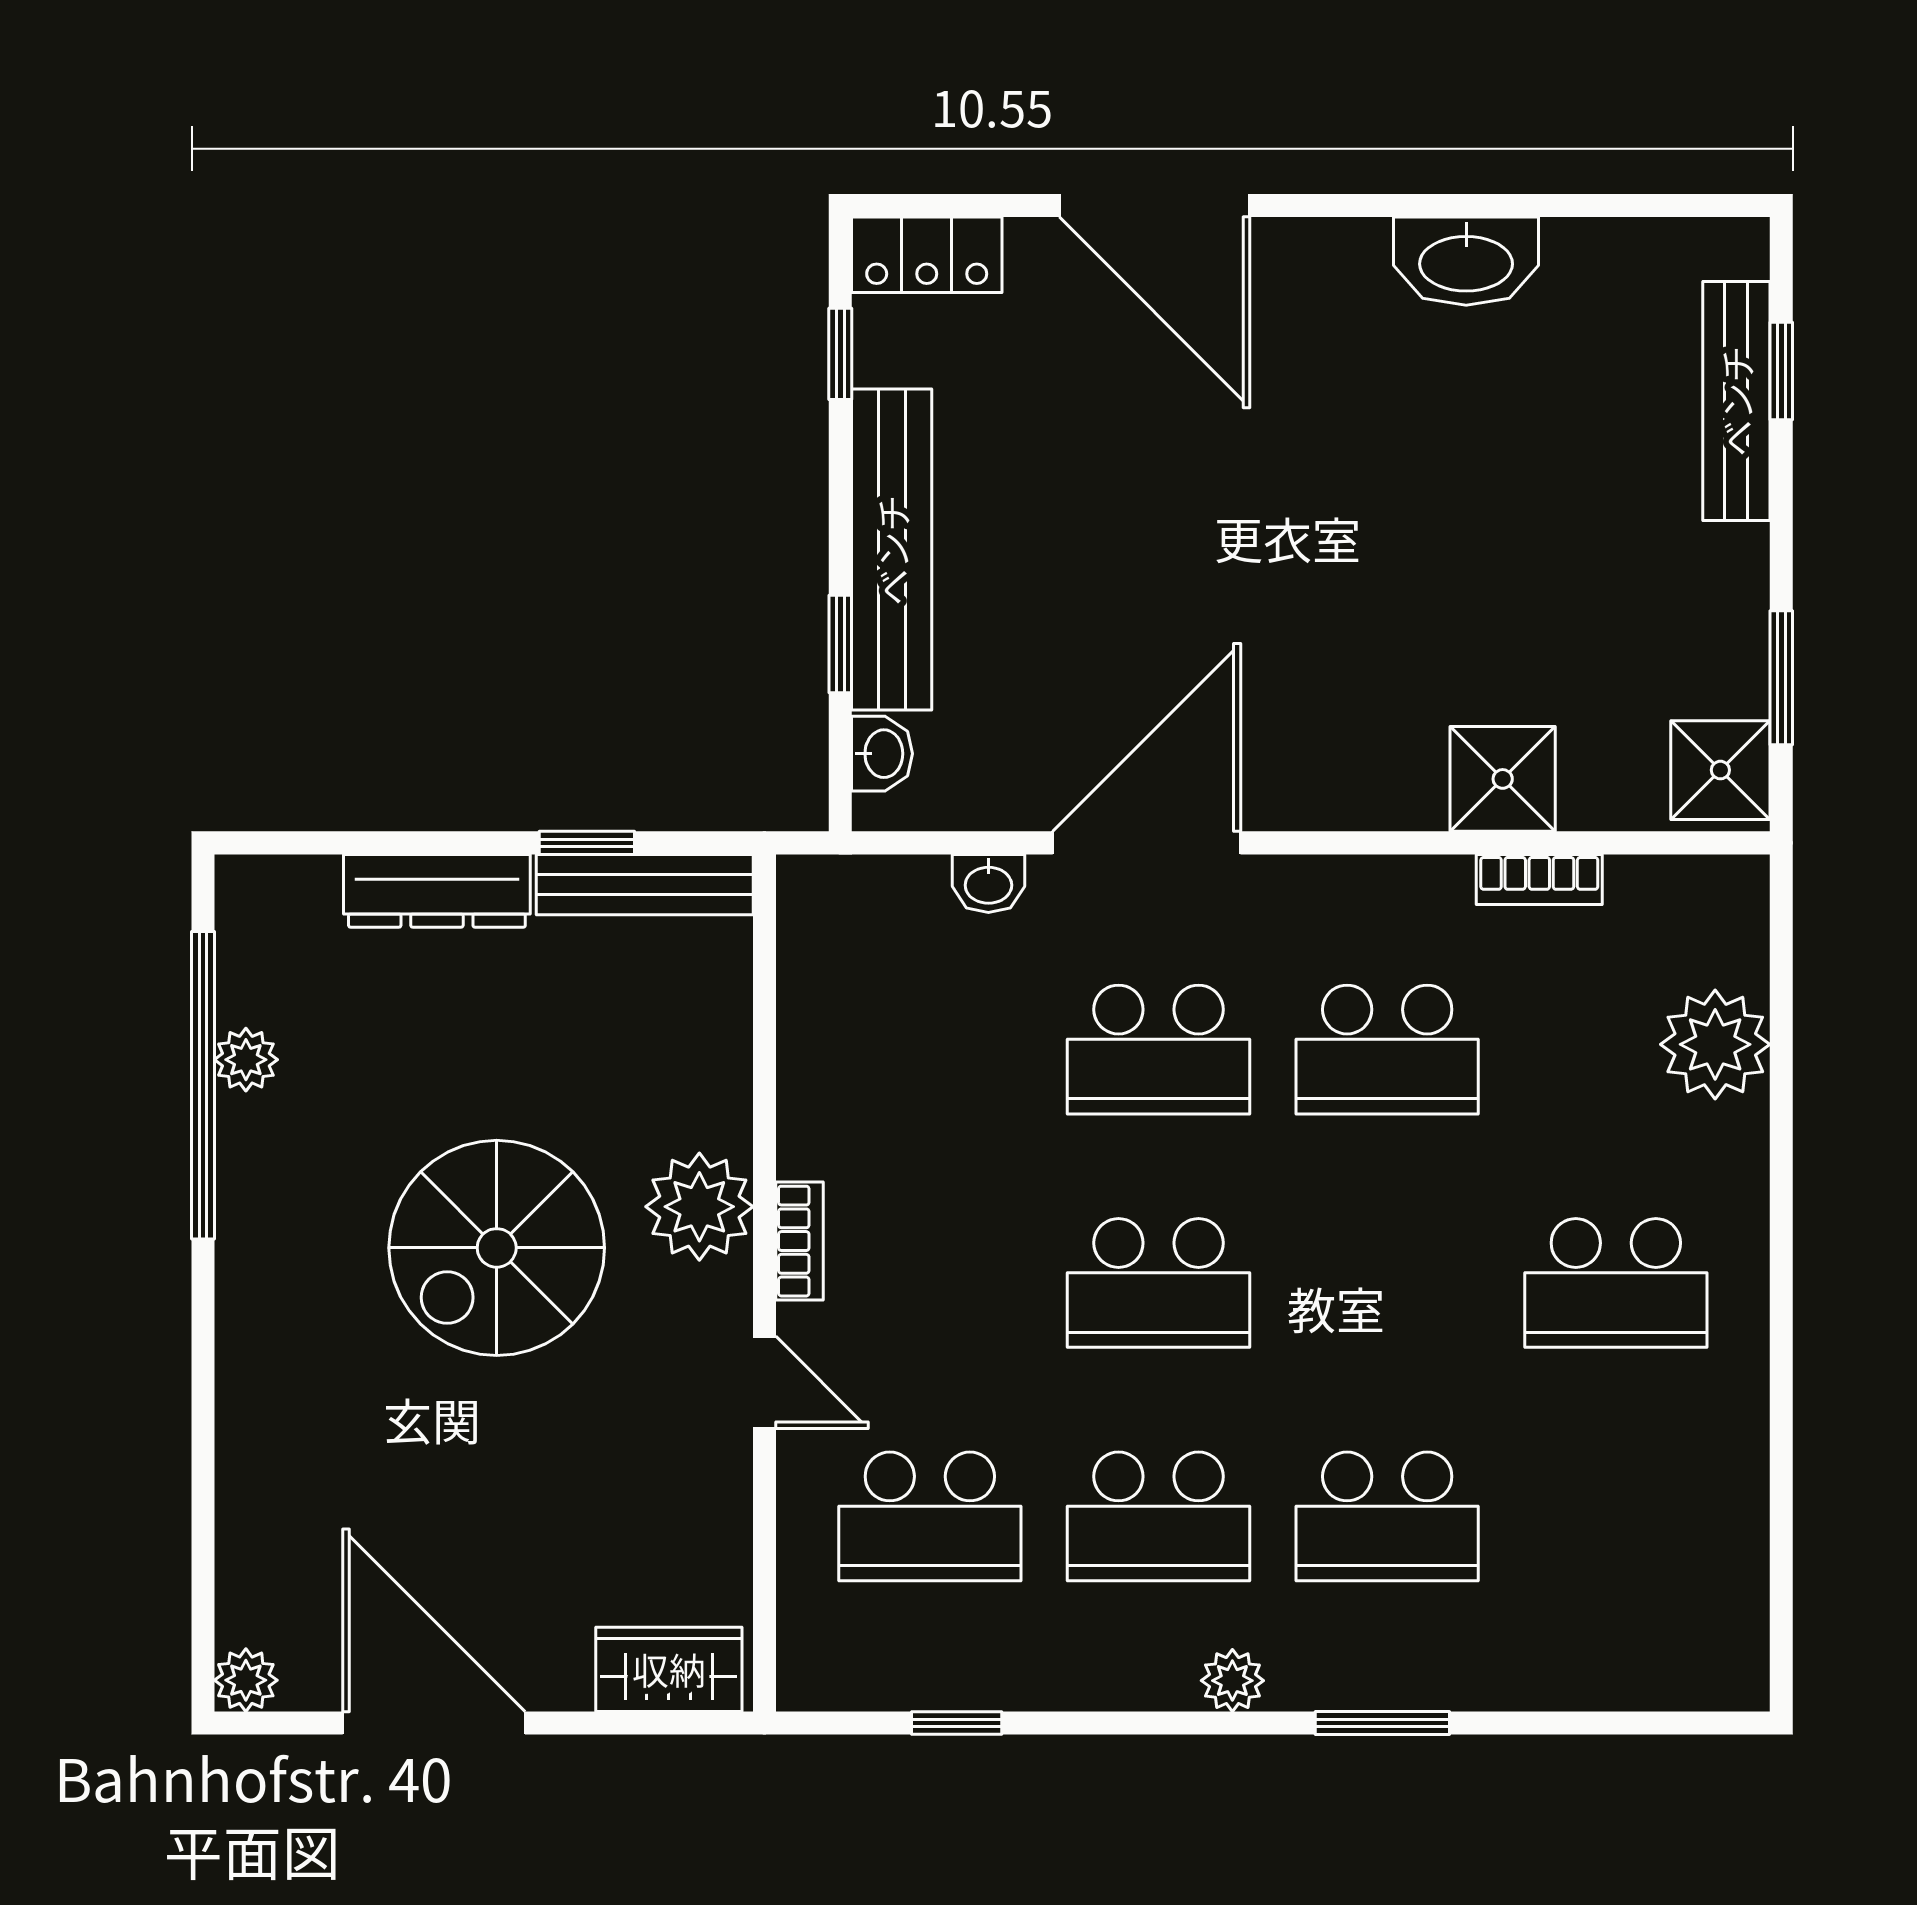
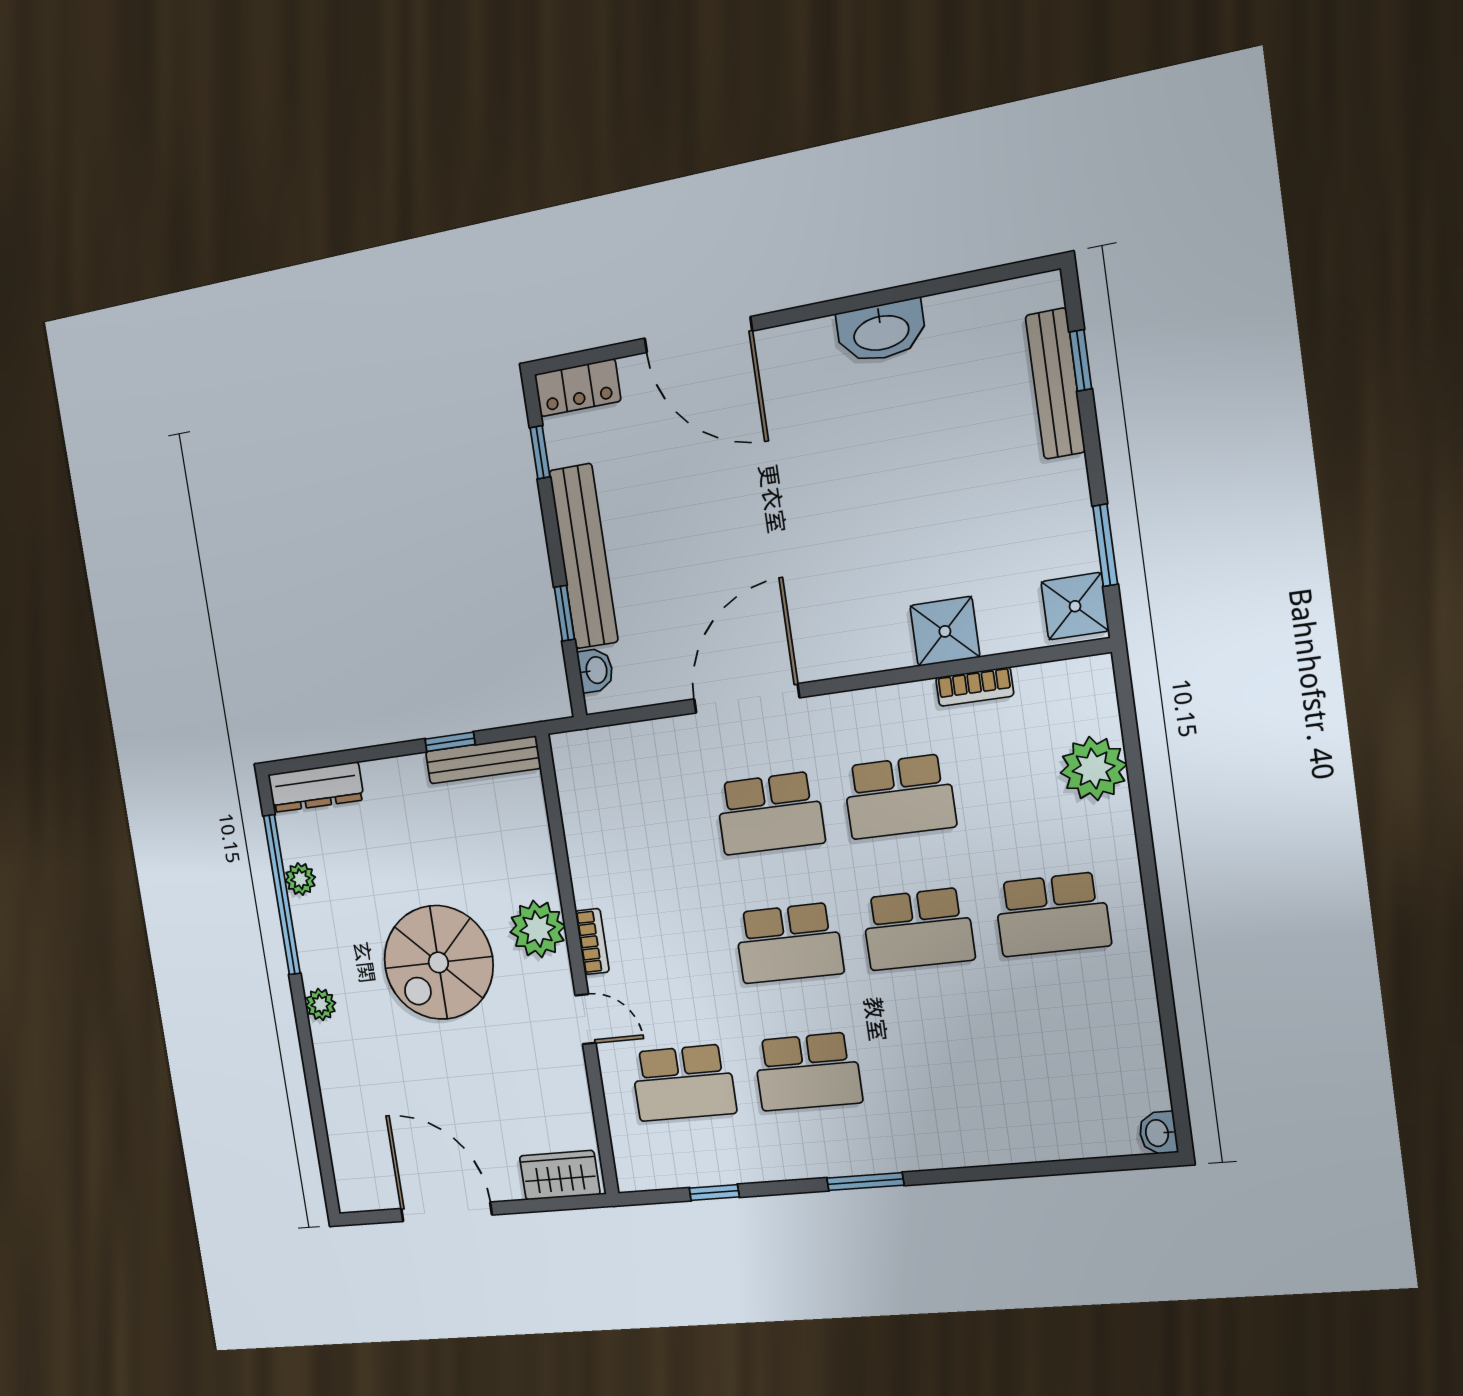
washbasin: (988, 883) -> (1158, 1133), moved, turned 90
dresser: (437, 891) -> (316, 787), moved
school desk: (1387, 1516) -> (918, 929), moved
plant: (246, 1680) -> (321, 1004), moved
plant: (1232, 1681) -> (862, 1158), removed
window: (1382, 1723) -> (865, 1182), moved

